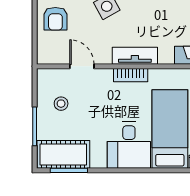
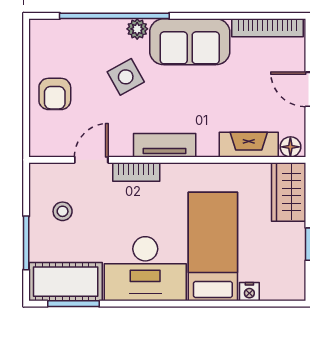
door: (82, 66) -> (91, 160), hinge flipped
bookcase: (131, 75) -> (136, 172), moved
desk: (129, 145) -> (145, 269), width x1.37

